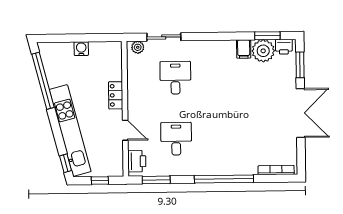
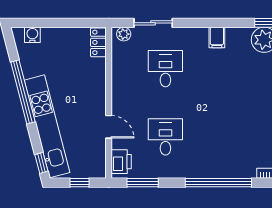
water cooler: (81, 49) -> (32, 35), moved
filing cabinet: (244, 49) -> (217, 37), moved
window: (43, 81) -> (23, 92), moved
locker: (116, 95) -> (98, 42), moved

